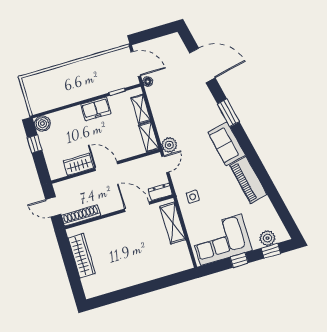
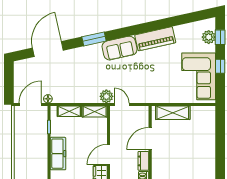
freezer: (96, 109) -> (58, 154), width x1.40
dresser: (160, 192) -> (143, 161), moved
side table: (193, 197) -> (155, 90), removed

